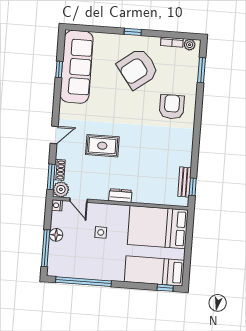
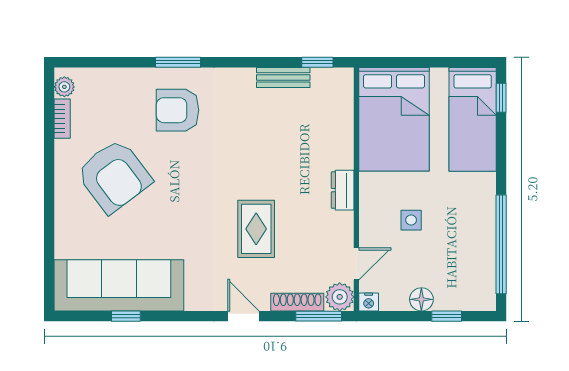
window: (133, 32) -> (49, 190), removed
window: (201, 70) -> (178, 62), moved
shoe rack: (59, 170) -> (297, 302), width x1.43
bench: (185, 182) -> (283, 77), moved
window: (46, 248) -> (447, 316), width x0.46

